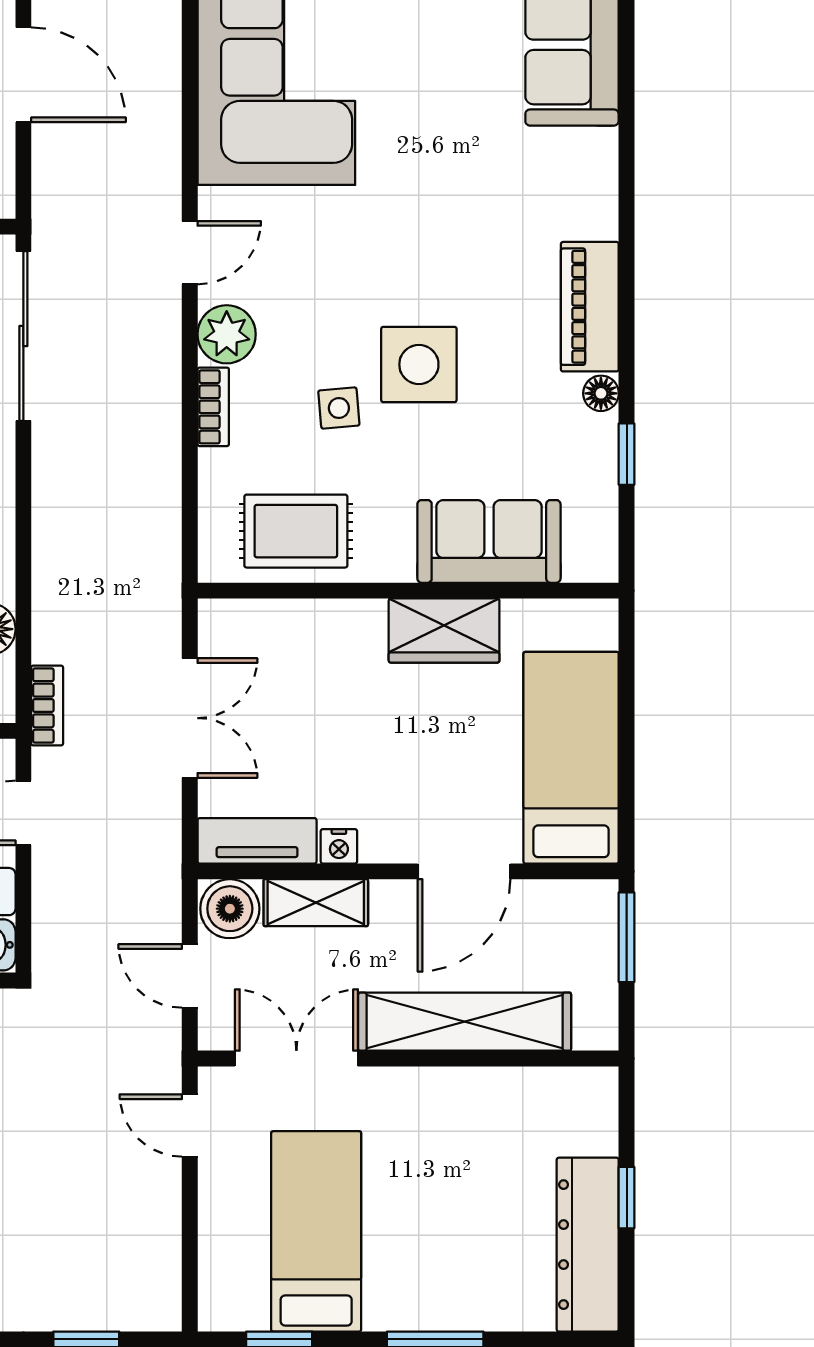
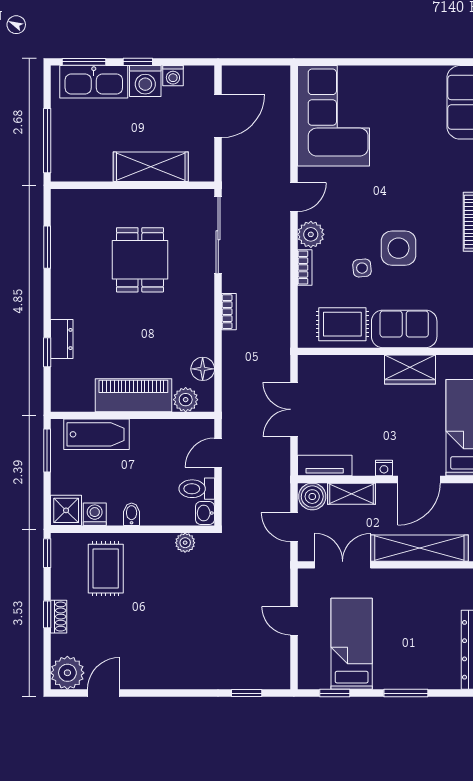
door: (23, 75) -> (218, 116), hinge flipped
sofa: (489, 541) -> (404, 329), moved
bookcase: (47, 705) -> (229, 312), moved
double door: (190, 718) -> (294, 409), swing flipped
nightstand: (339, 846) -> (384, 468), moved
door: (190, 1125) -> (294, 621), moved

